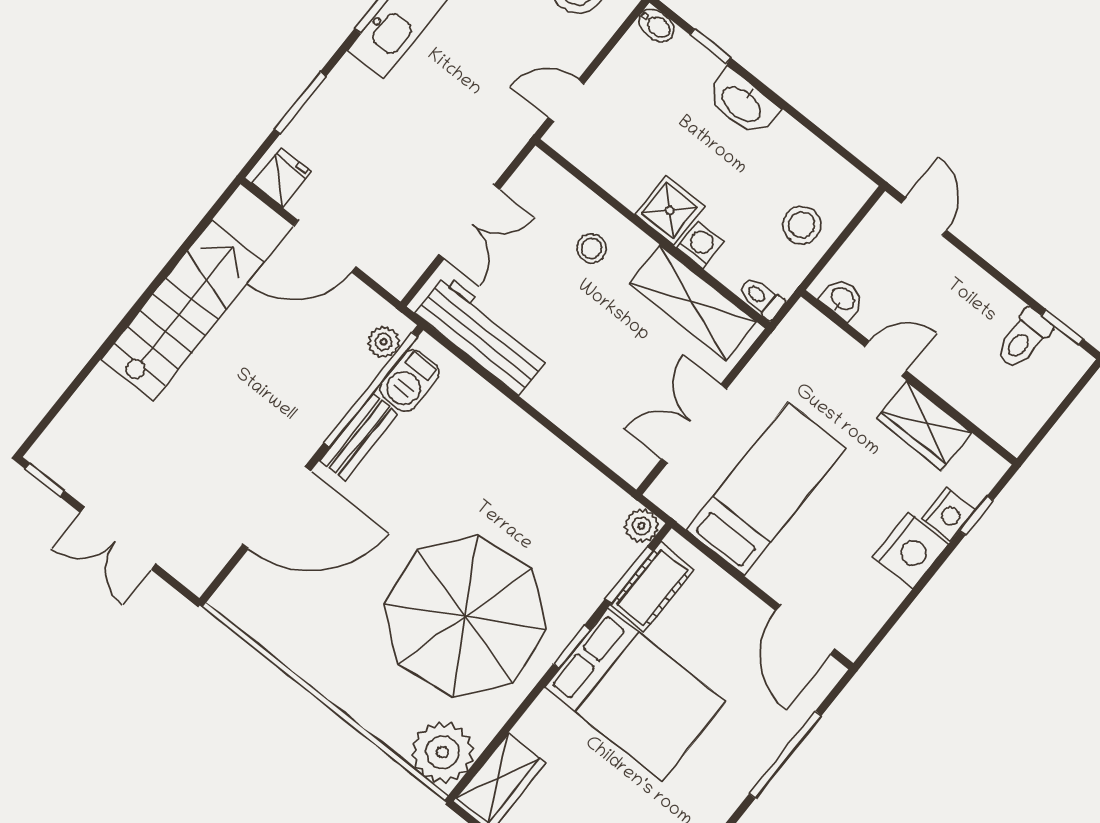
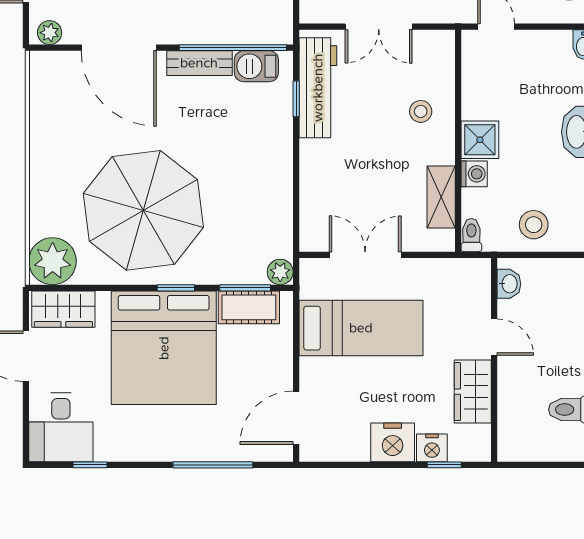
shelving: (693, 303) -> (441, 197), width x0.67, depth x0.75
plant: (383, 342) -> (50, 33), moved
window: (476, 367) -> (296, 99), added
bed: (635, 694) -> (164, 348), width x1.36

